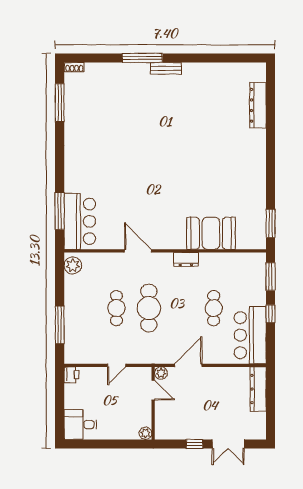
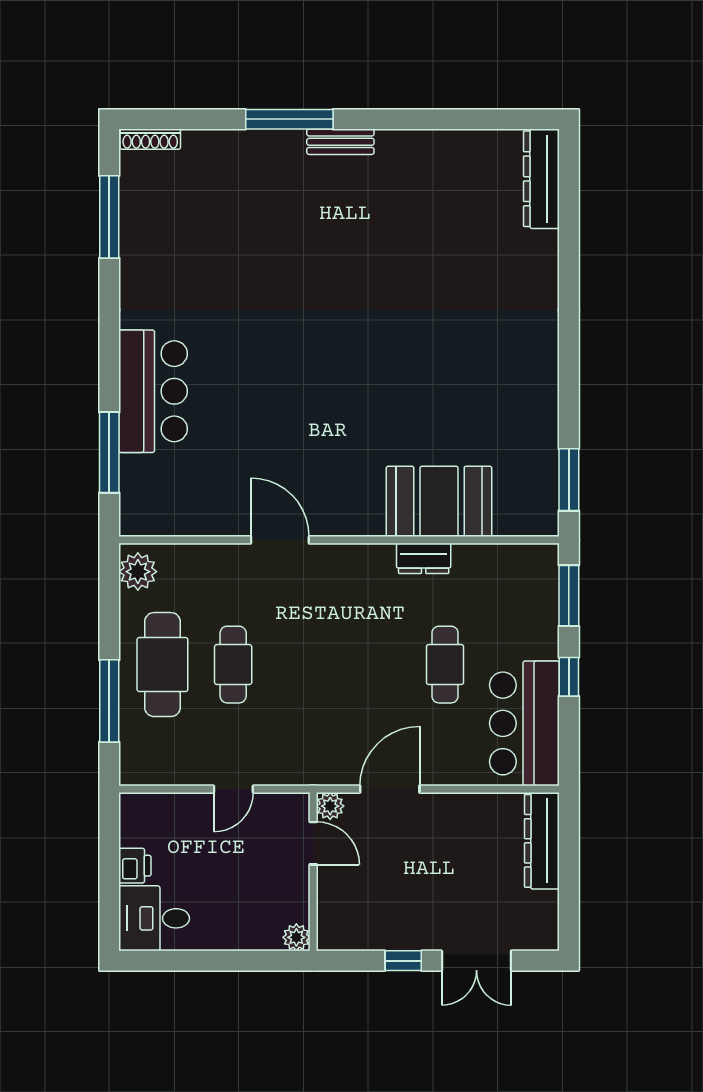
shoe rack: (74, 67) -> (150, 139), width x1.43
dresser: (258, 105) -> (541, 179), moved
bar counter: (80, 221) -> (153, 391), moved
dresser: (186, 259) -> (424, 558), moved
cafe table: (149, 308) -> (162, 665), moved
printer: (71, 375) -> (135, 866), moved

